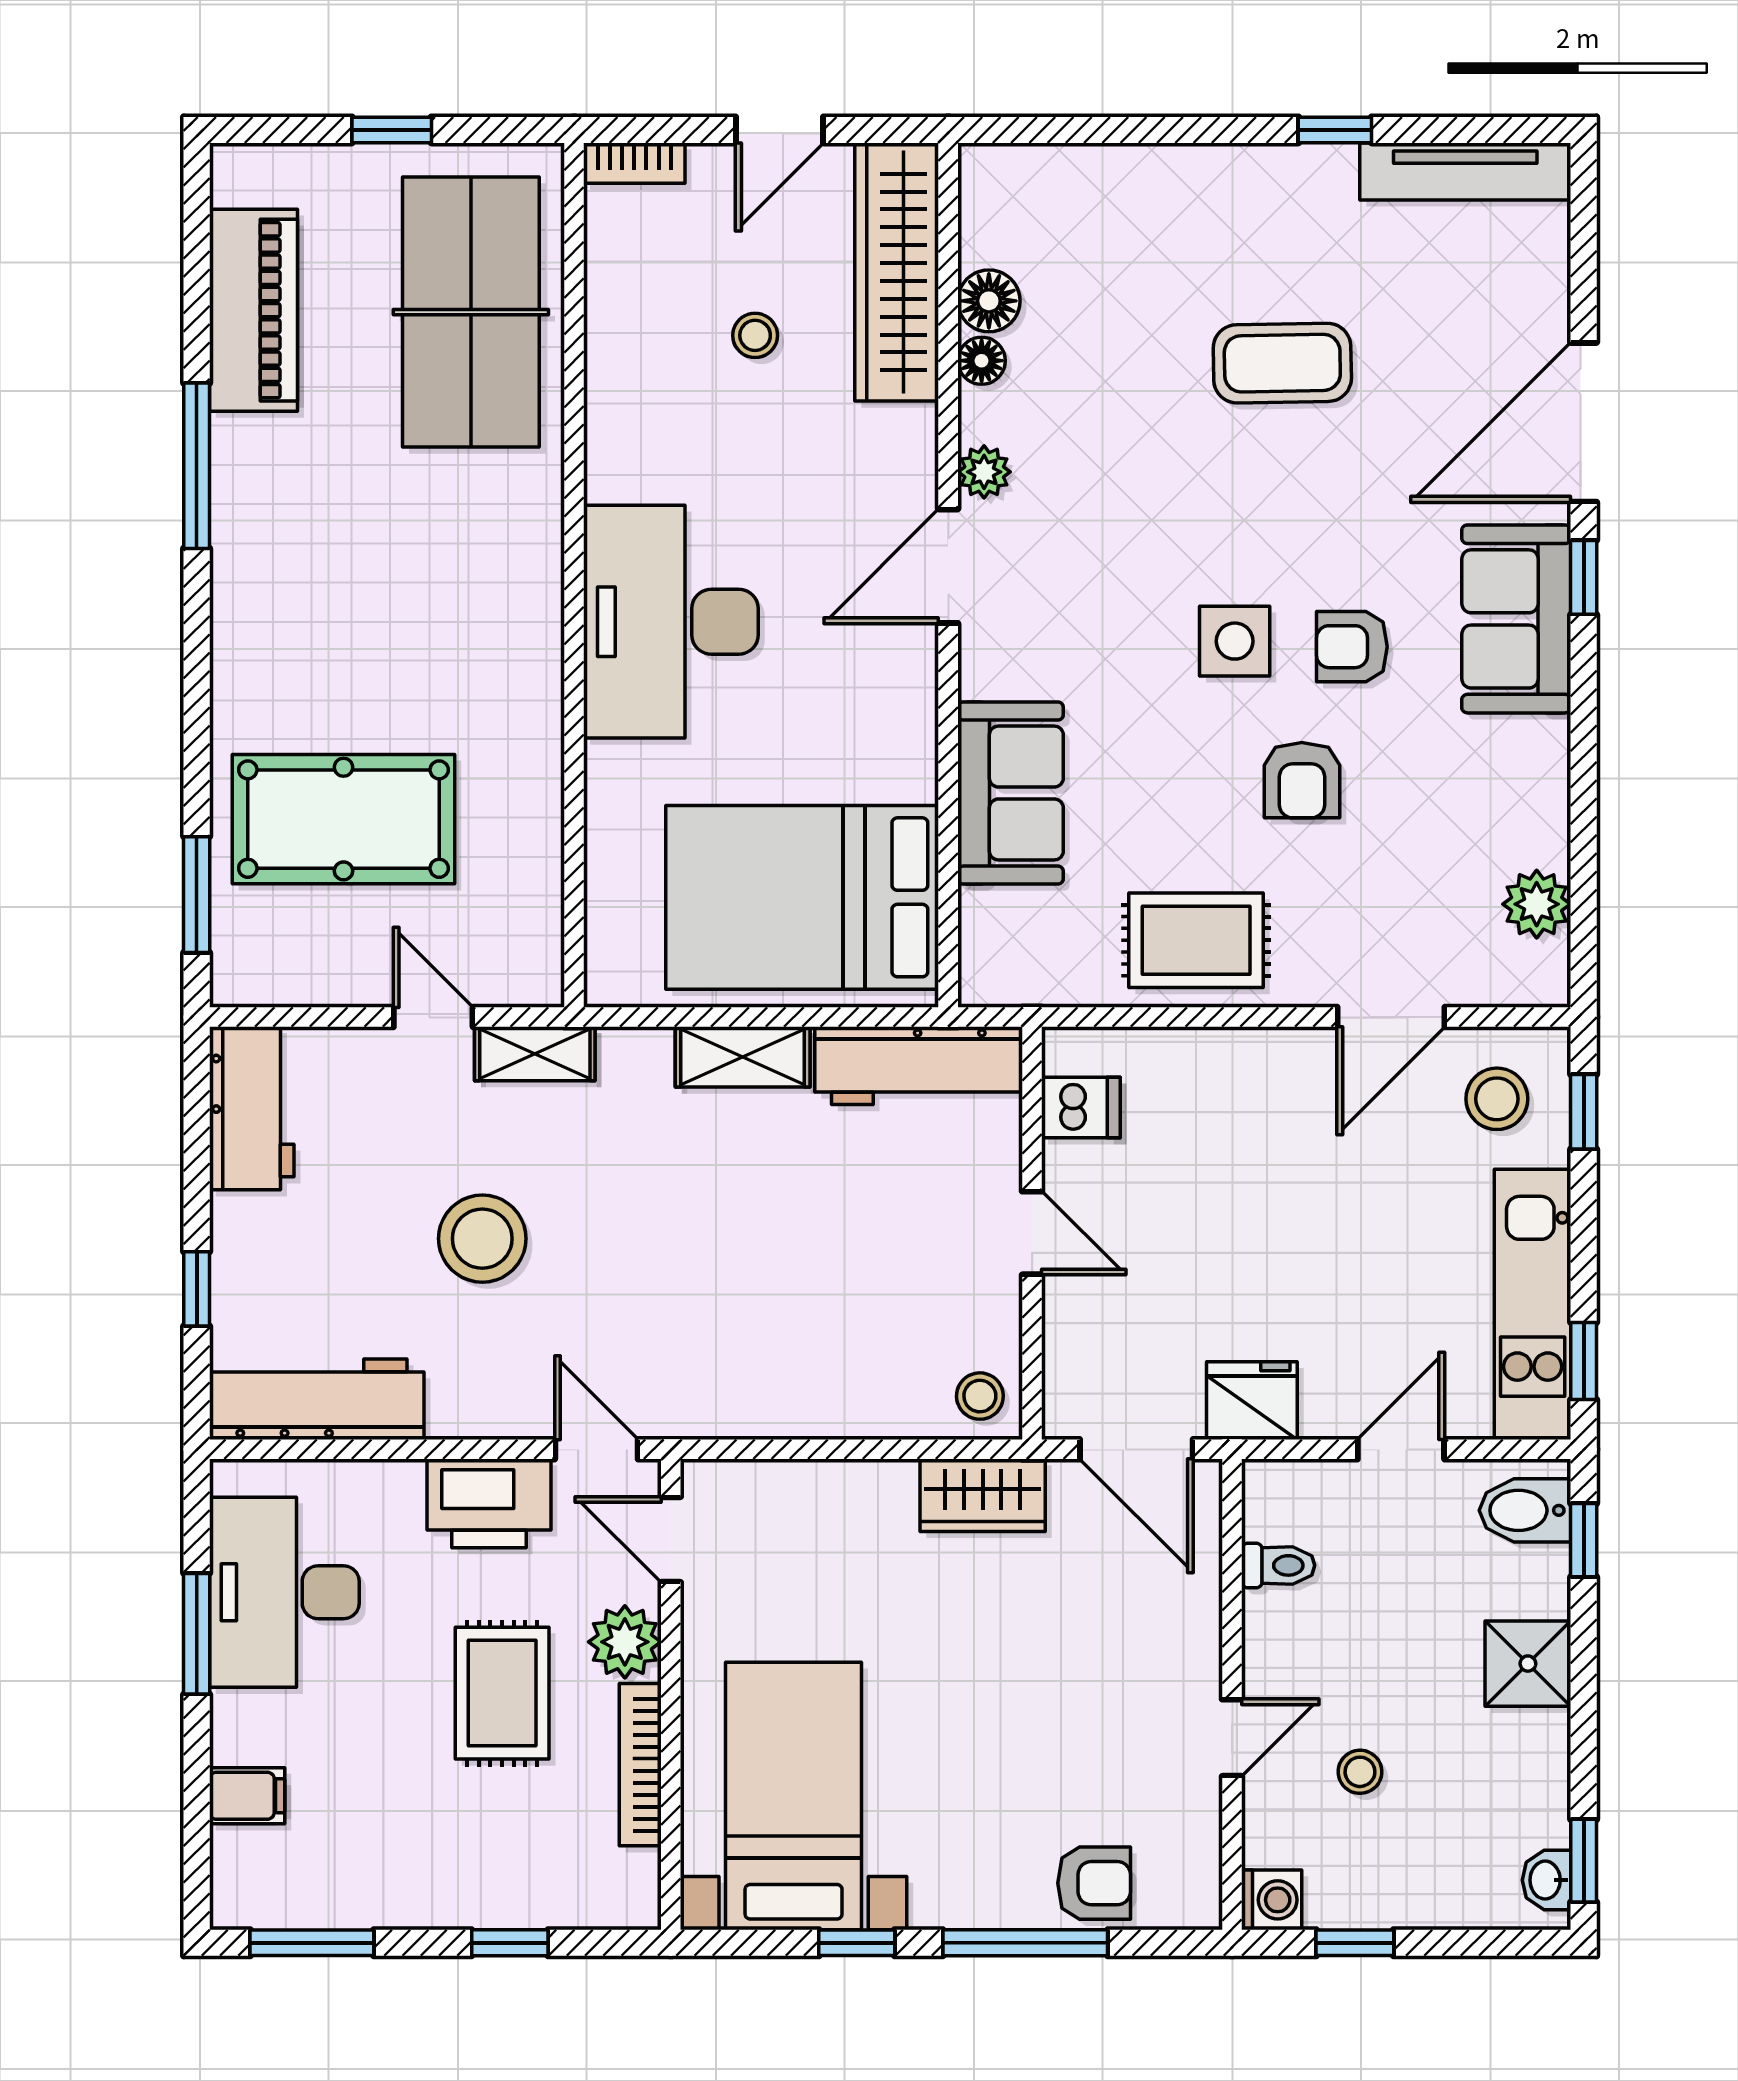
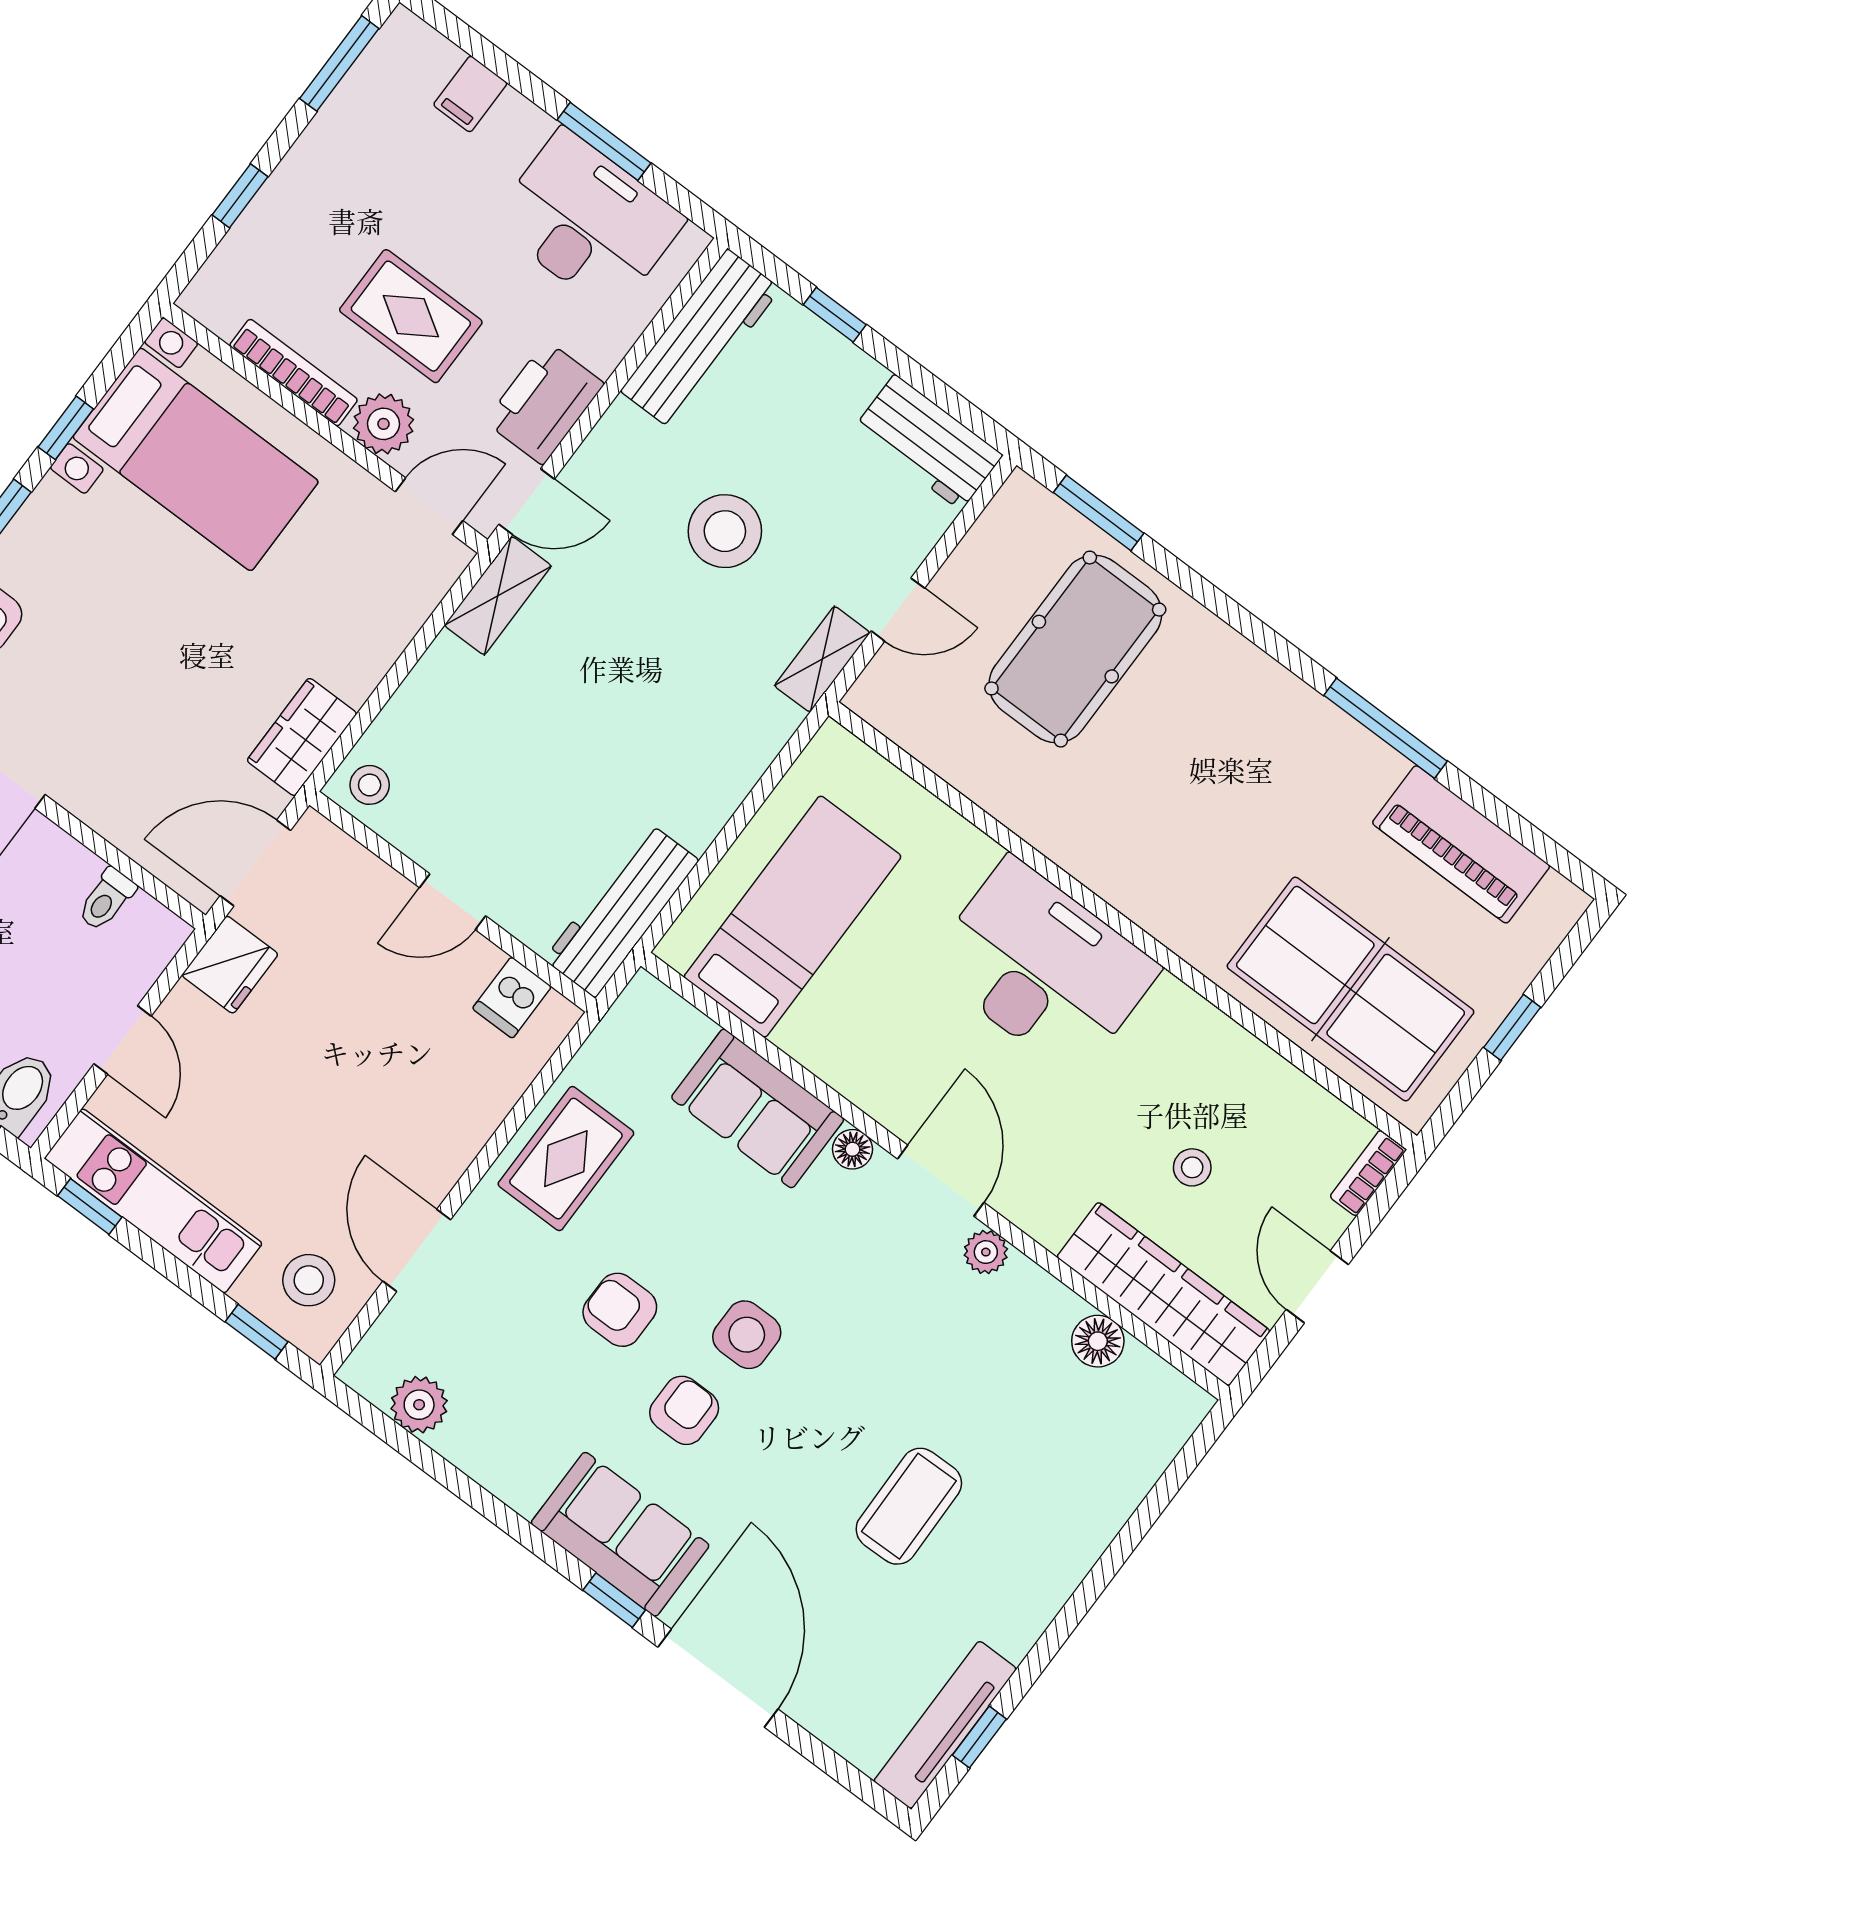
window: (1335, 130) -> (979, 1737), moved
floor lamp: (982, 361) -> (853, 1149), moved
bed: (802, 897) -> (793, 917), width x0.67
shelving: (743, 1057) -> (498, 596), moved

